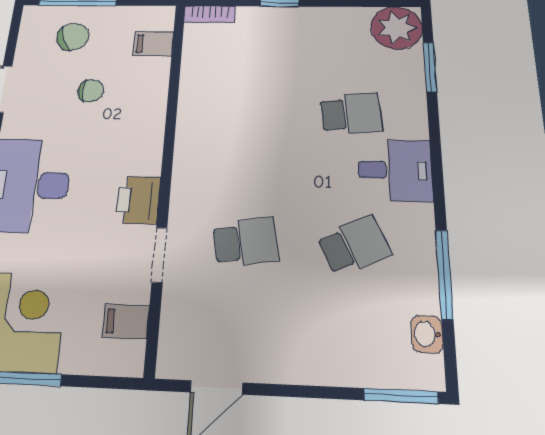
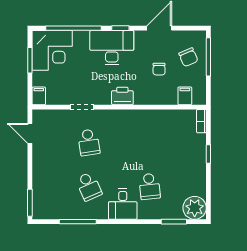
printer: (138, 200) -> (122, 96), moved
filing cabinet: (126, 321) -> (39, 96), moved
washbasin: (427, 334) -> (54, 214), removed

